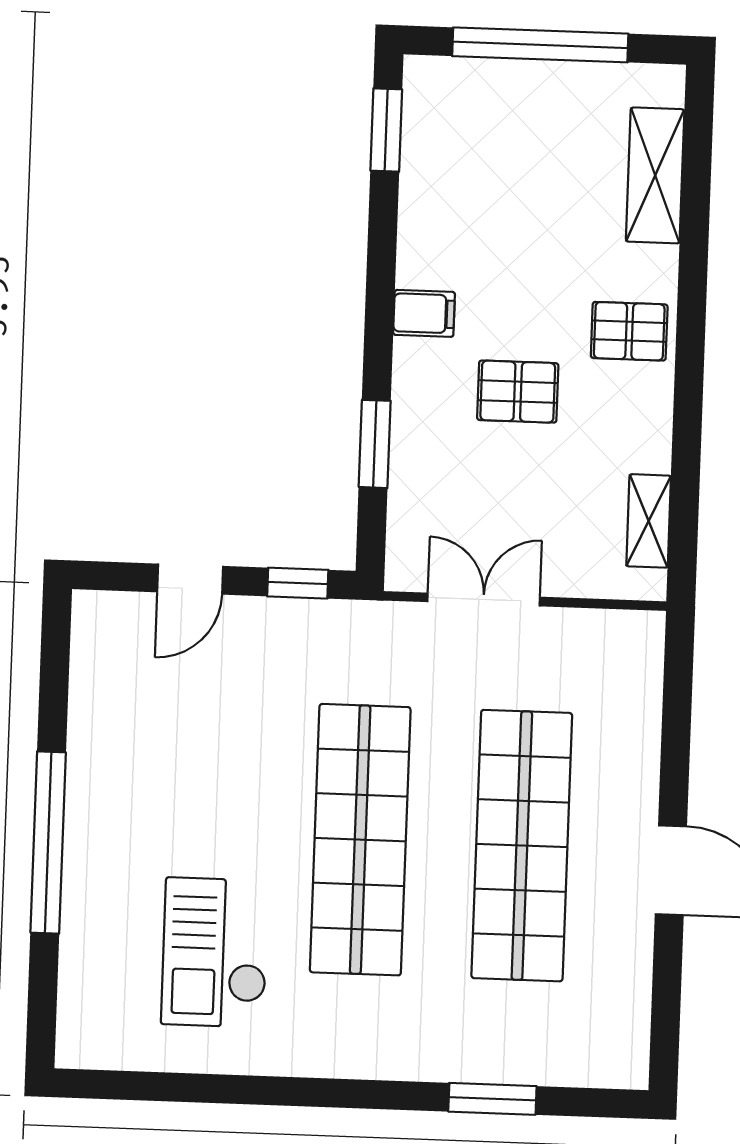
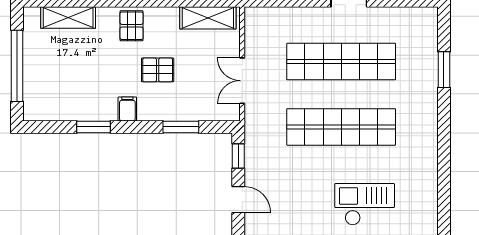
window: (386, 130) -> (93, 127), moved
pallet: (518, 392) -> (158, 70), turned 90
shelving: (649, 521) -> (208, 18), width x1.50, depth x1.33
checkout: (215, 952) -> (365, 204), moved, turned 180

